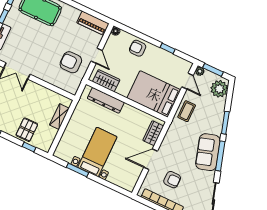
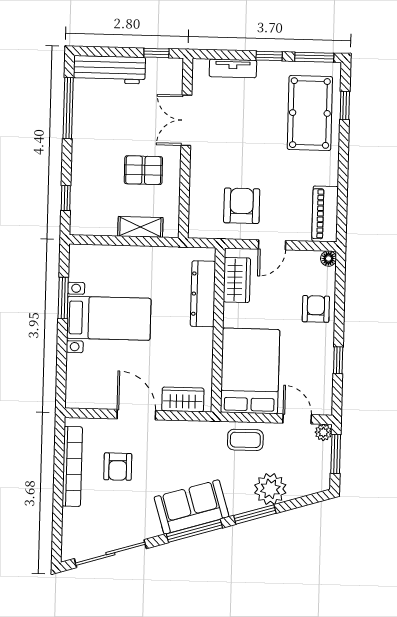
door: (188, 81) -> (297, 419), swing flipped
plant: (219, 89) -> (270, 489), moved
pallet: (27, 130) -> (143, 170), moved

